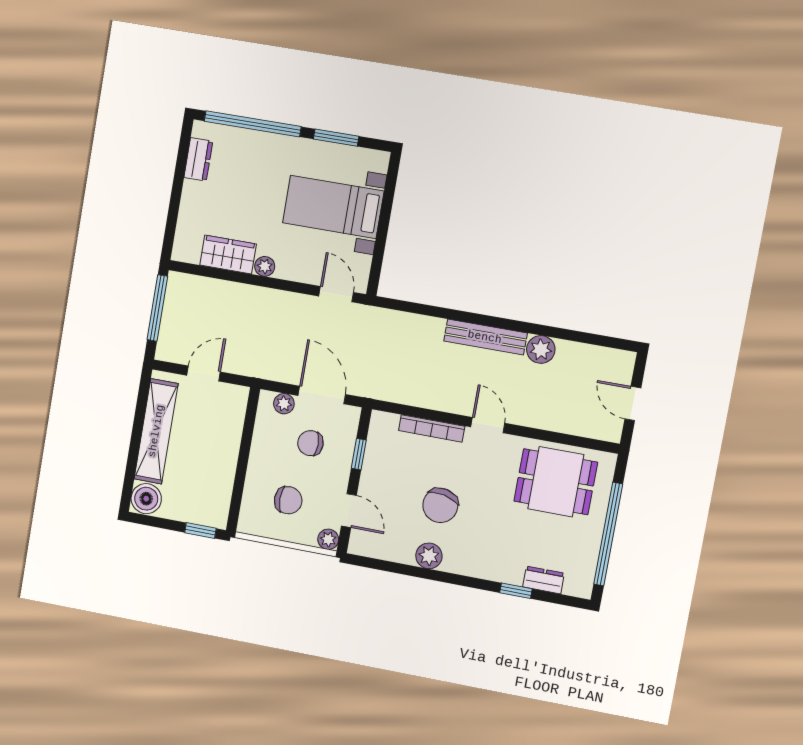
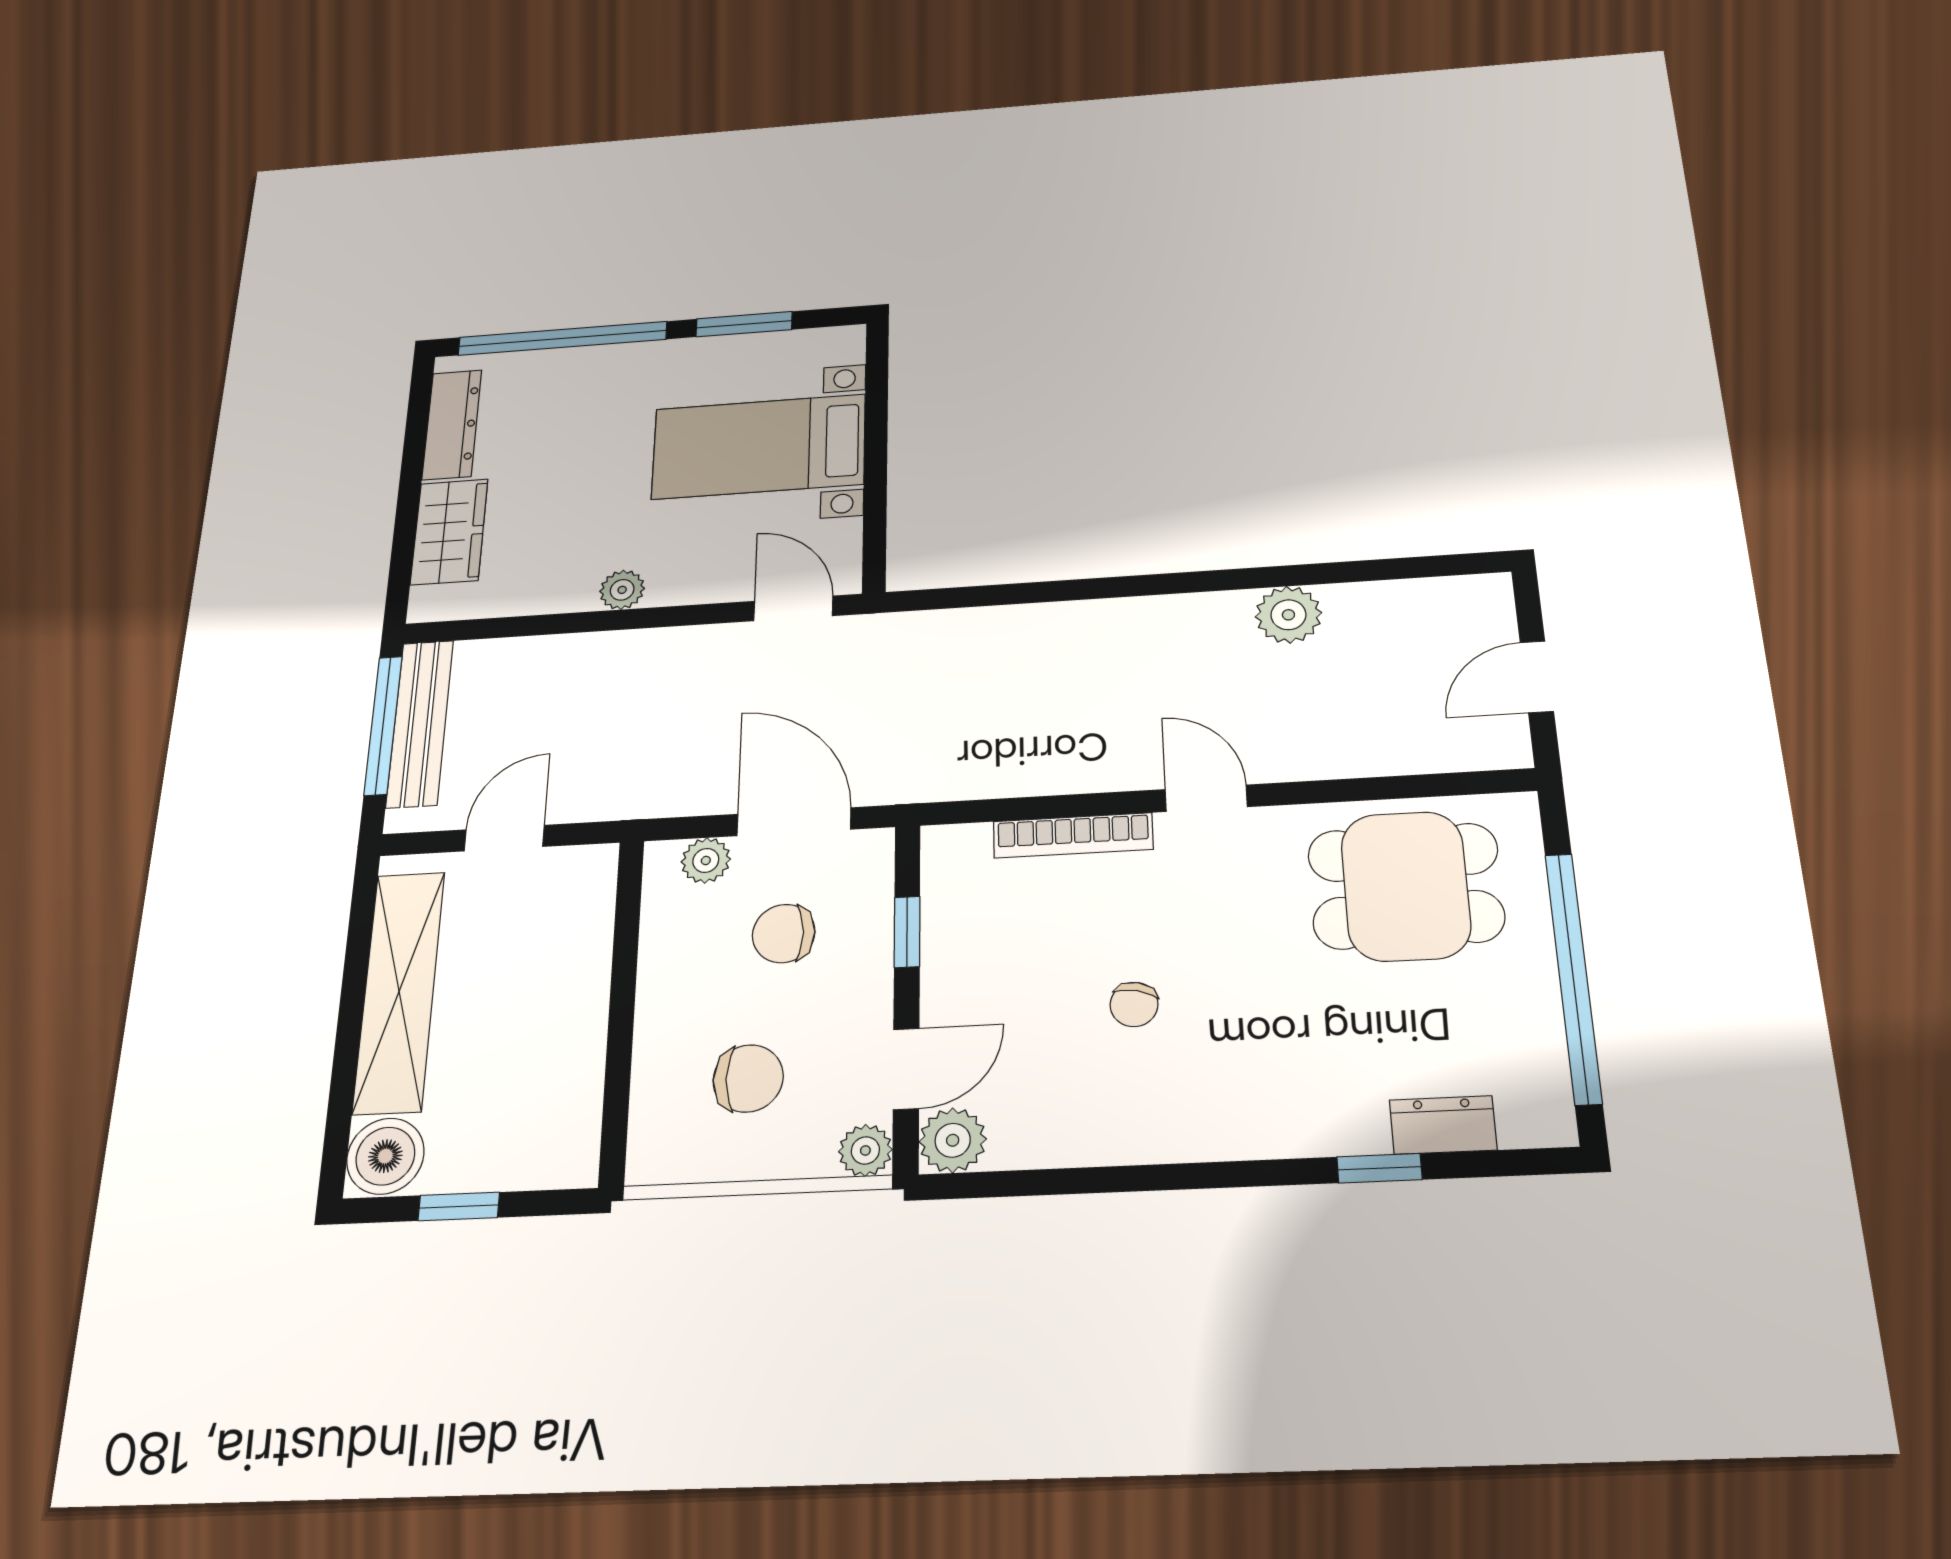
dresser: (198, 159) -> (452, 425), width x1.44
wardrobe: (228, 255) -> (449, 532), moved, turned 90
bench: (485, 337) -> (420, 723), moved, turned 90
door: (633, 403) -> (1537, 677), hinge flipped
chair: (440, 505) -> (1134, 1004), width x0.54, depth x0.54
door: (349, 511) -> (906, 1069), hinge flipped
window: (200, 531) -> (459, 1206), moved
plant: (429, 556) -> (953, 1140), moved

